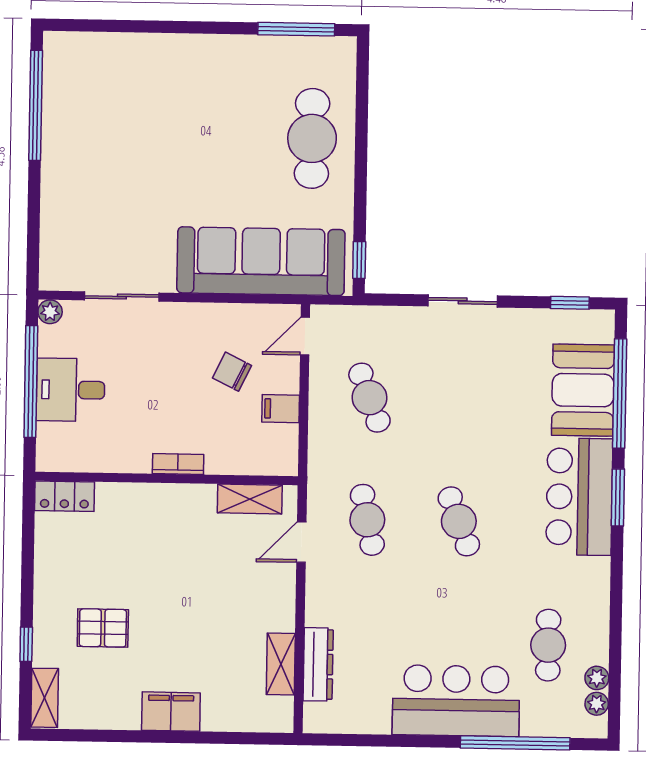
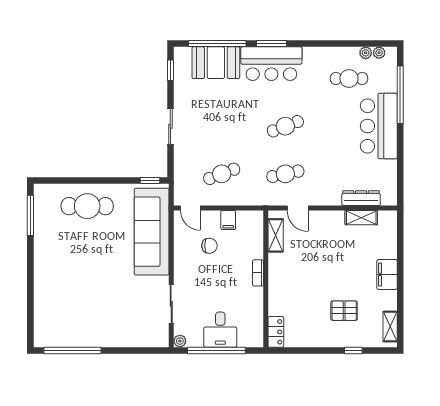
chair: (232, 372) -> (209, 246), turned -116
pallet: (103, 628) -> (344, 311), turned 90
shelving: (45, 698) -> (390, 327), moved, turned 90

